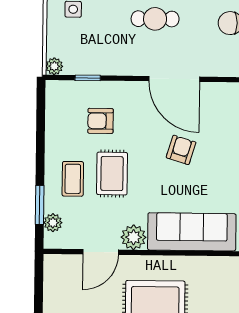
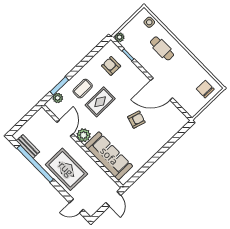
cafe table: (155, 19) -> (162, 48), moved
door: (174, 79) -> (162, 89), hinge flipped
armchair: (101, 121) -> (111, 66), moved
door: (101, 252) -> (65, 128), swing flipped

